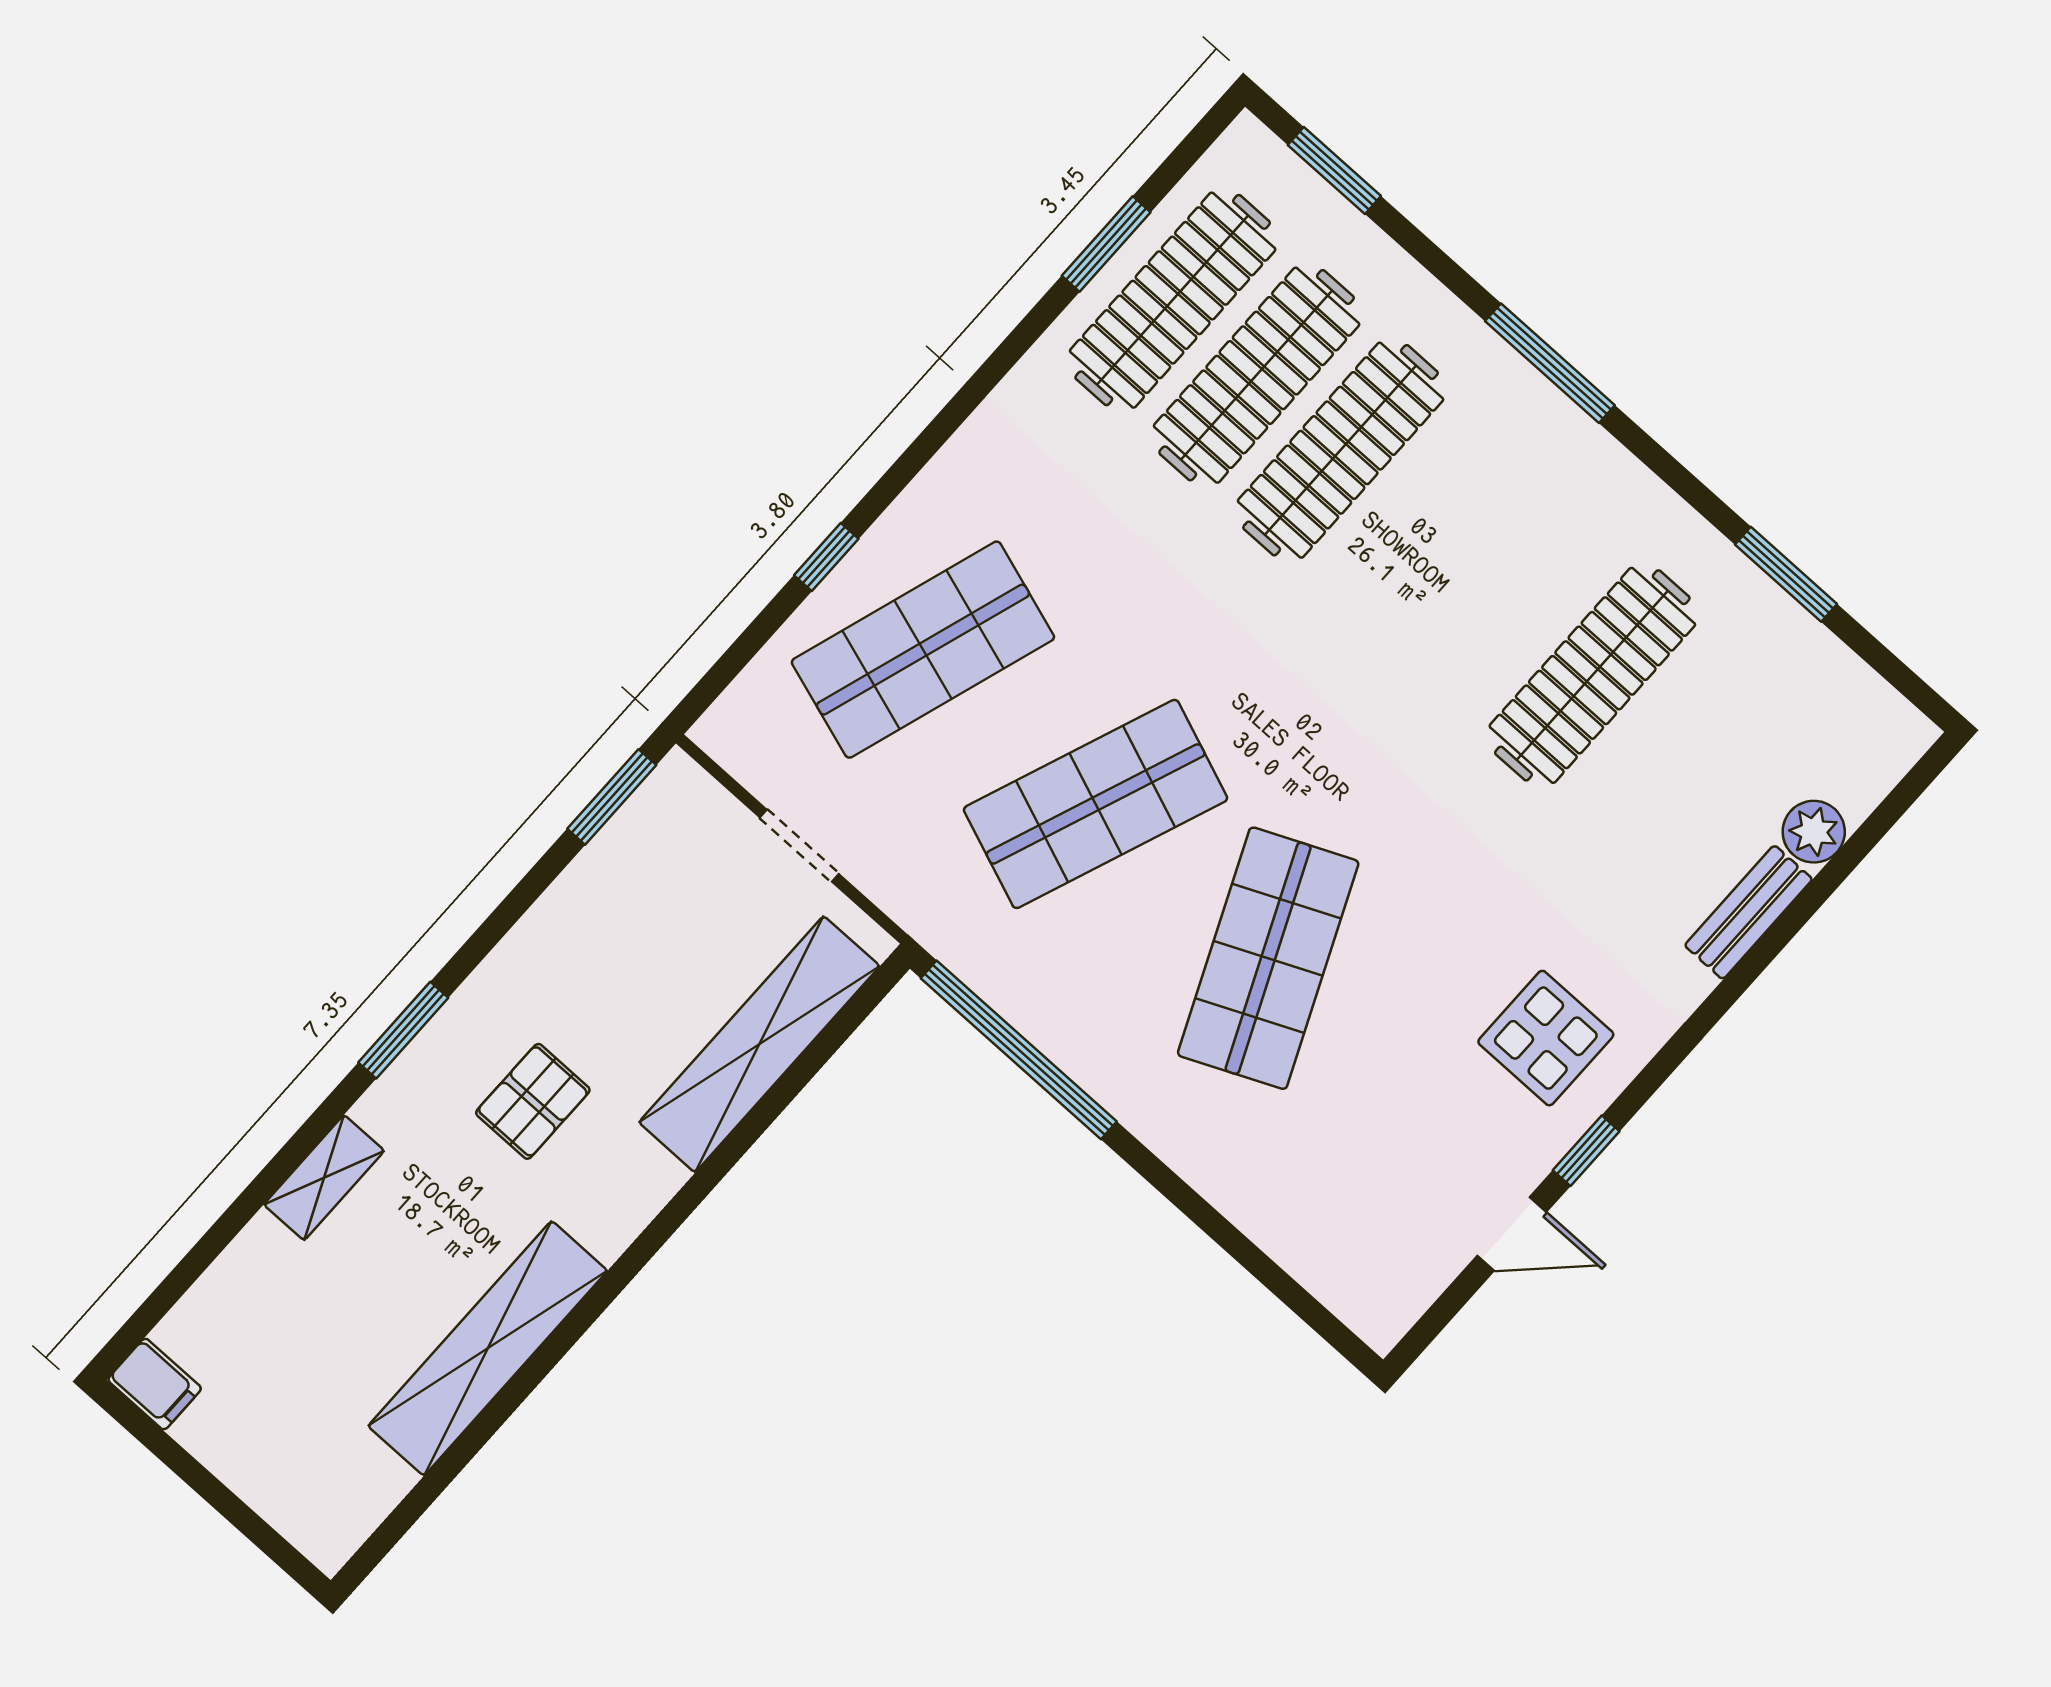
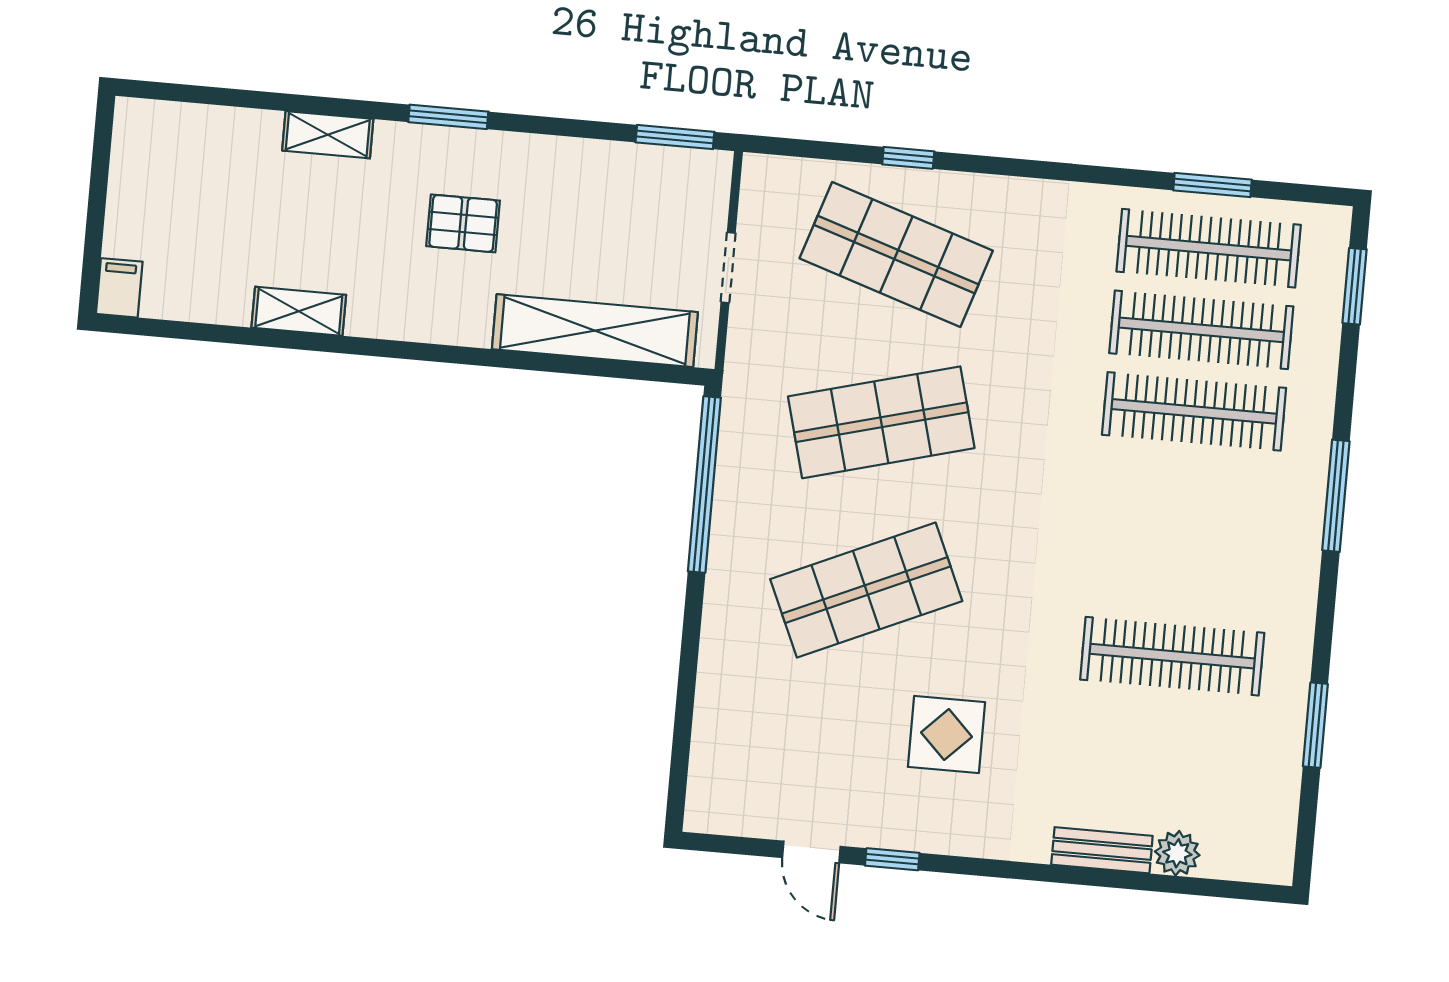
shop shelf: (1096, 804) -> (881, 422), turned -36
display table: (1546, 1038) -> (946, 735), moved
shelving: (488, 1348) -> (299, 311), width x0.45, depth x0.75
filing cabinet: (155, 1384) -> (119, 288), moved, turned 180

